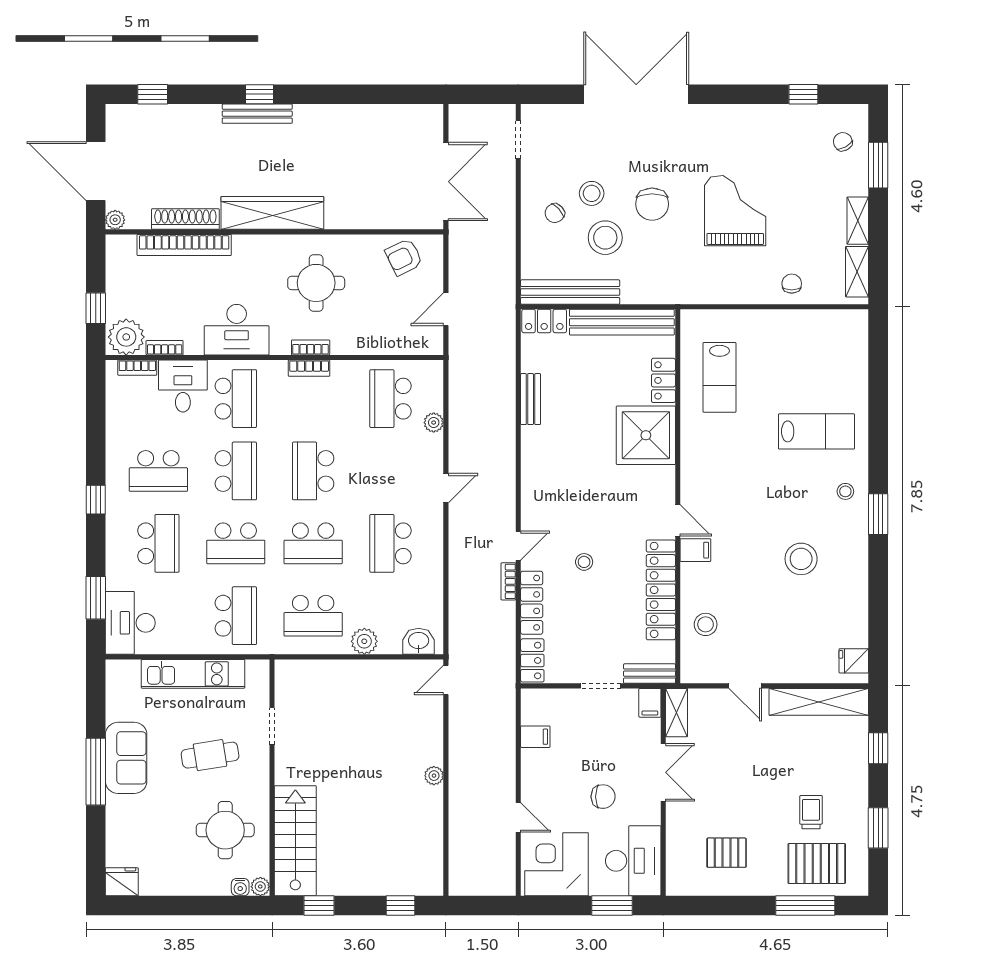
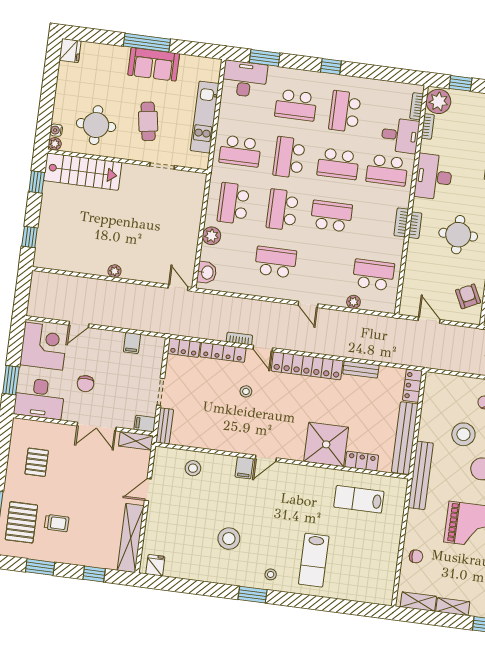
bench: (570, 292) -> (421, 475), moved
locker: (661, 590) -> (307, 366), moved, turned 180

